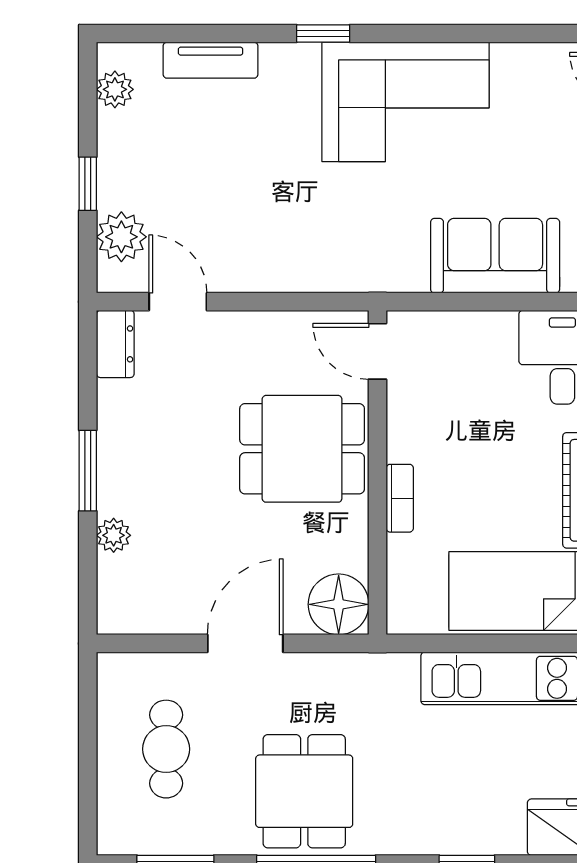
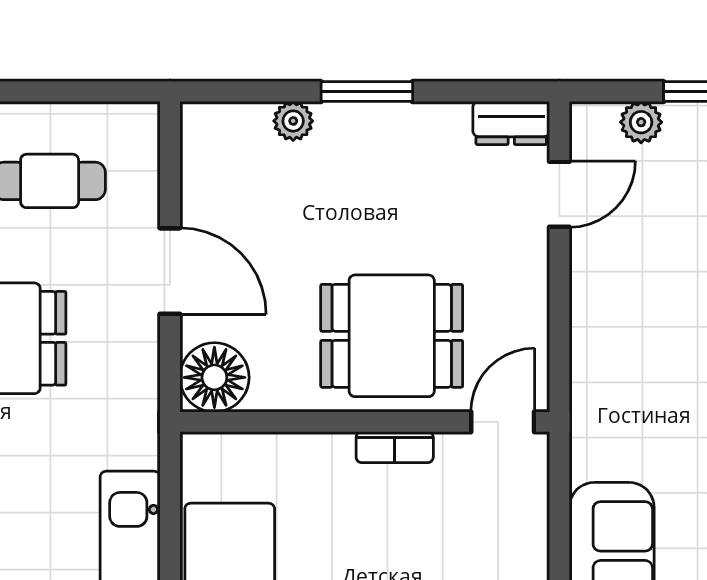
plant: (121, 237) -> (641, 122), width x0.73, depth x0.73
dining table: (302, 449) -> (392, 336), turned 90
bookcase: (400, 498) -> (395, 447), moved

